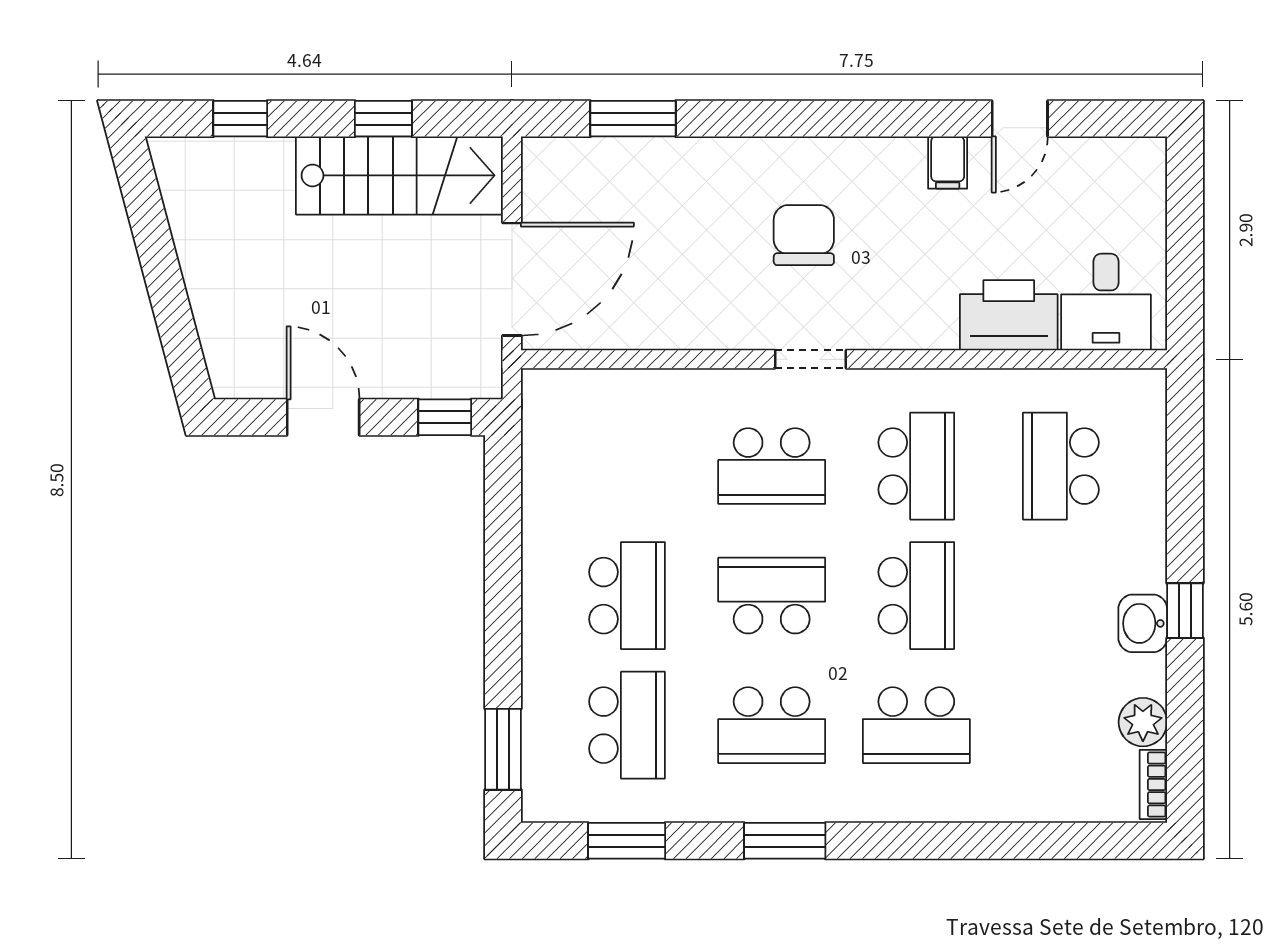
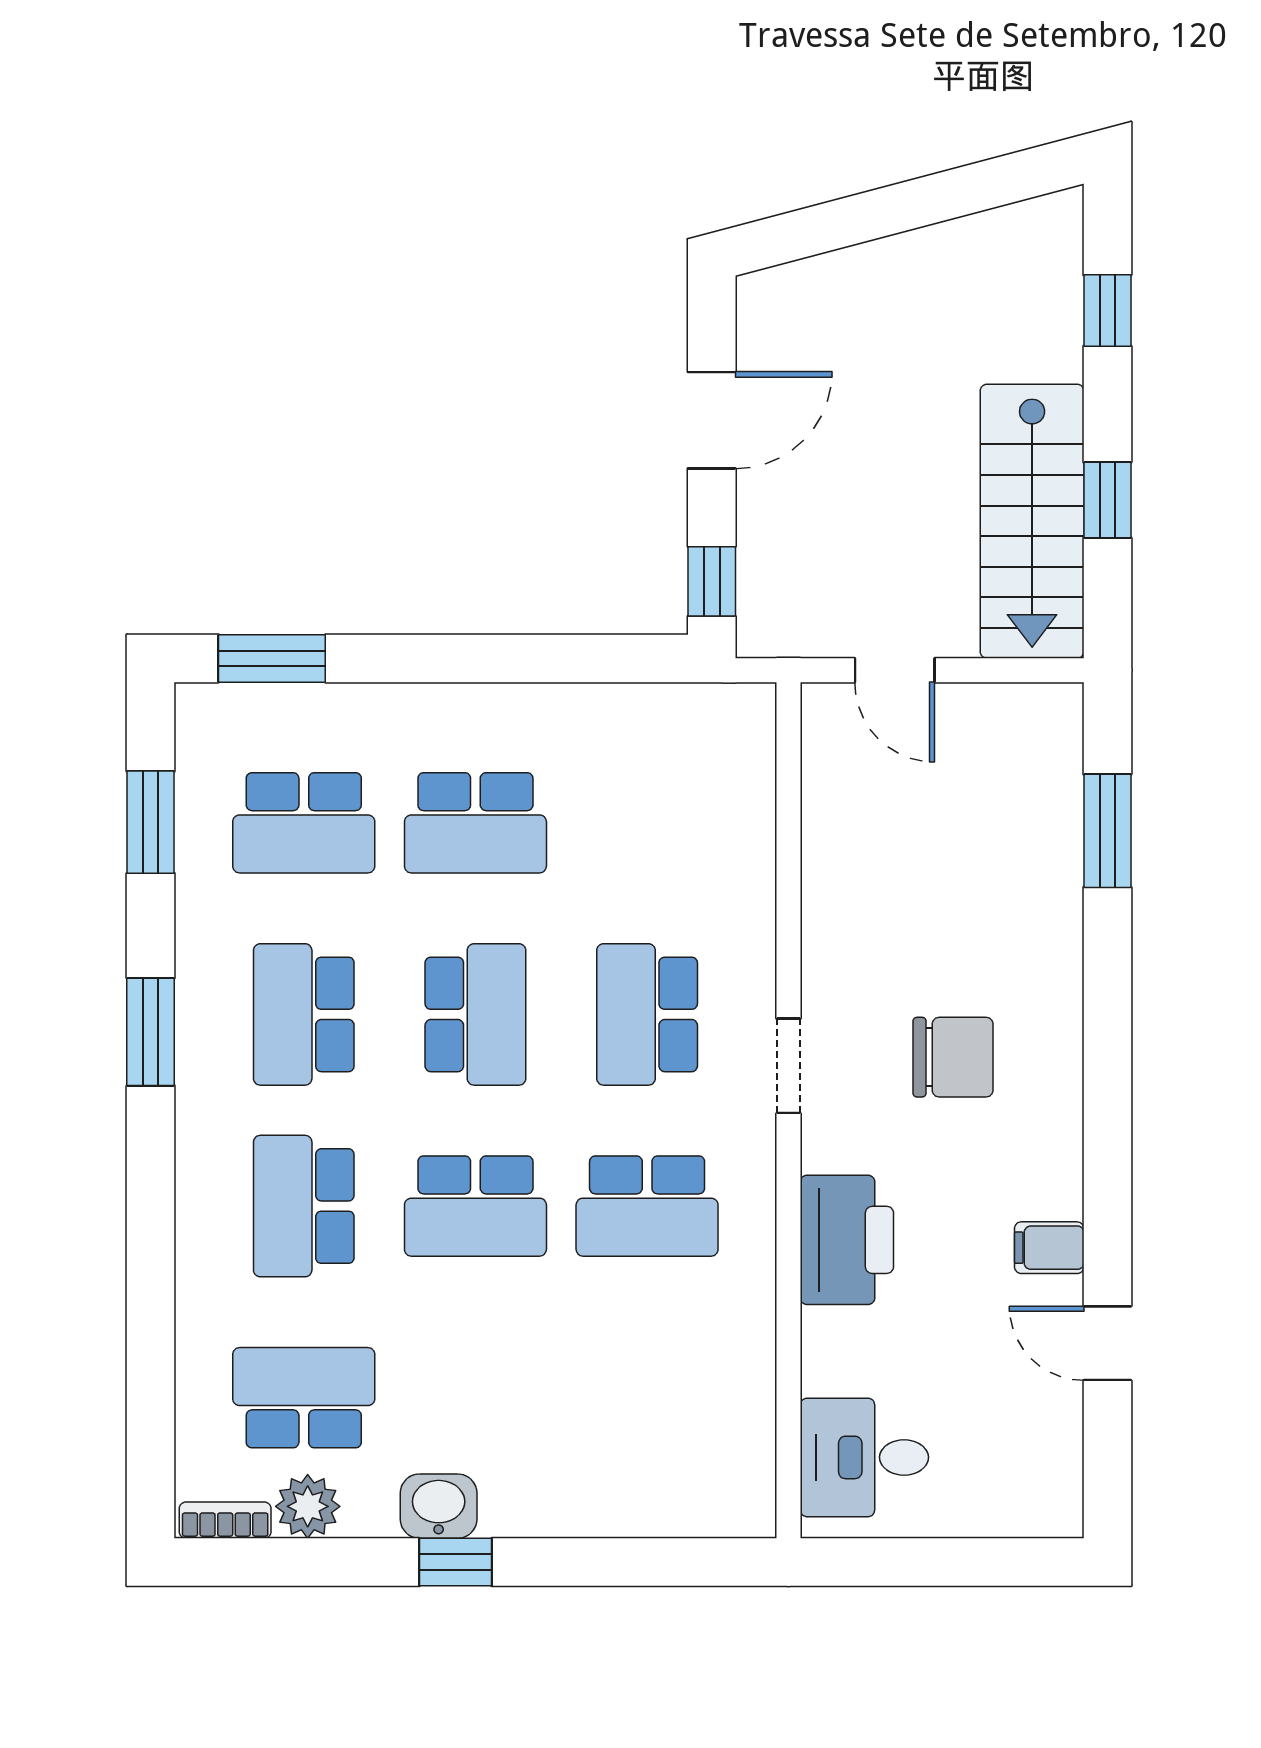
door: (512, 279) -> (895, 670), width x0.53
printer: (1009, 315) -> (847, 1240), moved
school desk: (1061, 466) -> (304, 1398), moved

